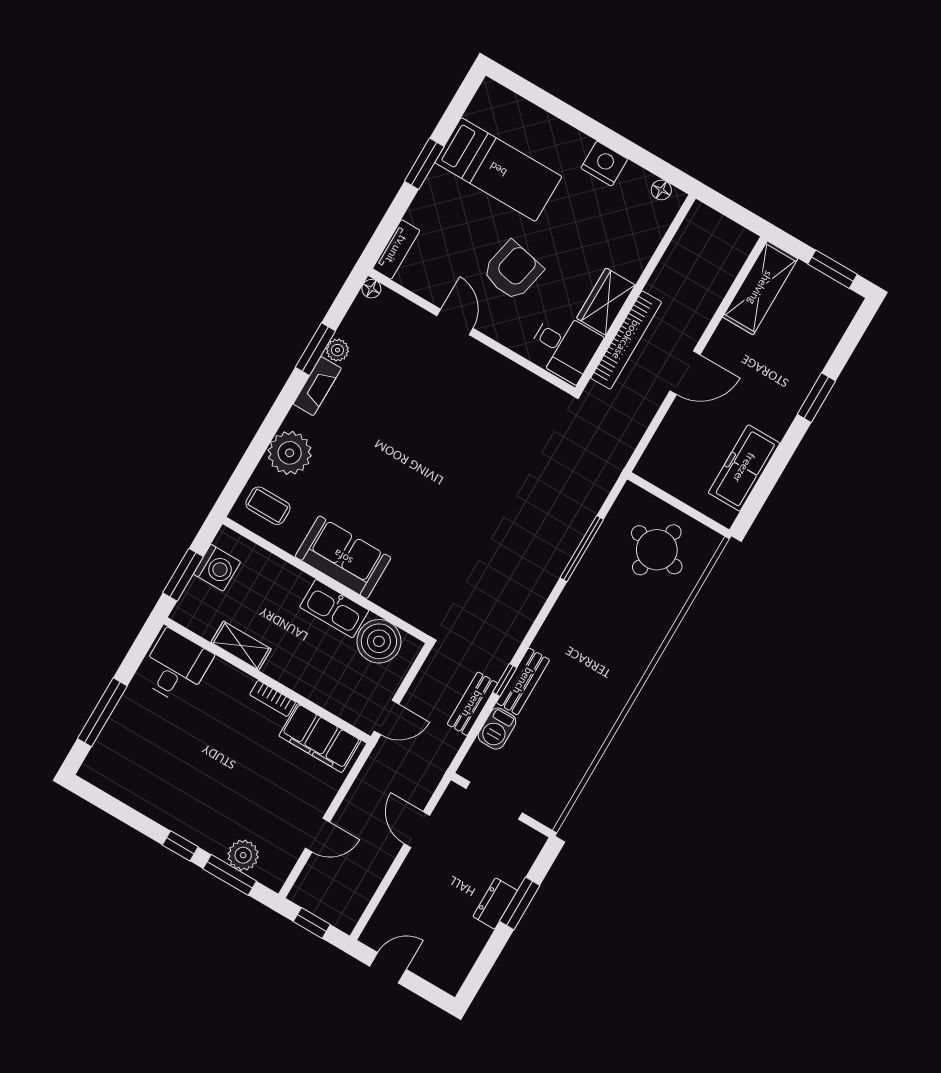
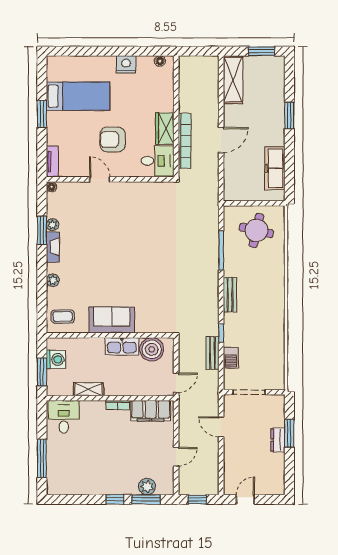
armchair: (513, 271) -> (113, 140), turned -102
plant: (290, 453) -> (53, 280), width x0.53, depth x0.53
bench: (523, 681) -> (230, 295), moved

